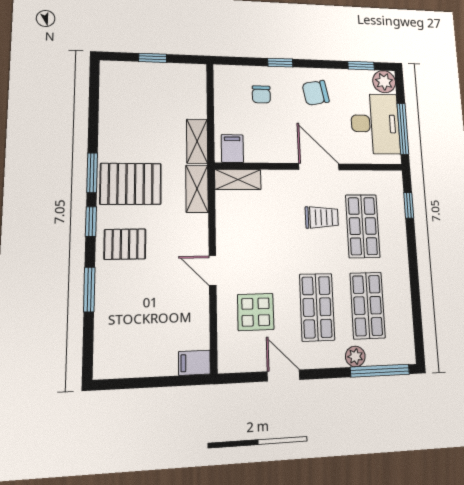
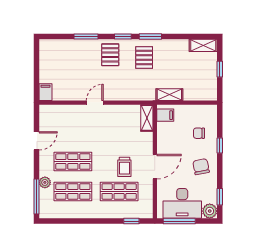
pallet: (131, 184) -> (144, 58), width x0.67, depth x0.71
shelving: (197, 189) -> (203, 45), moved
display table: (256, 312) -> (71, 126), removed

